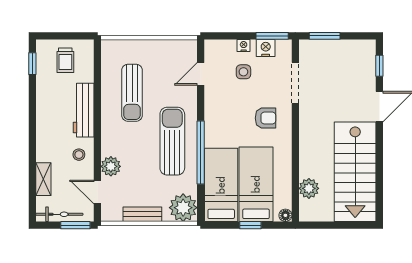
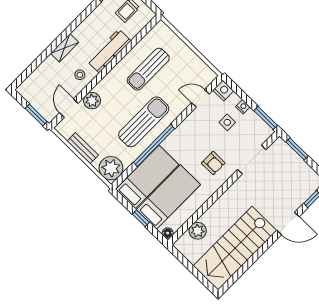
nightstand: (266, 48) -> (223, 90), moved
shelving: (43, 179) -> (65, 48), moved
bicycle: (59, 214) -> (33, 99), removed

